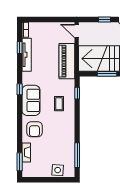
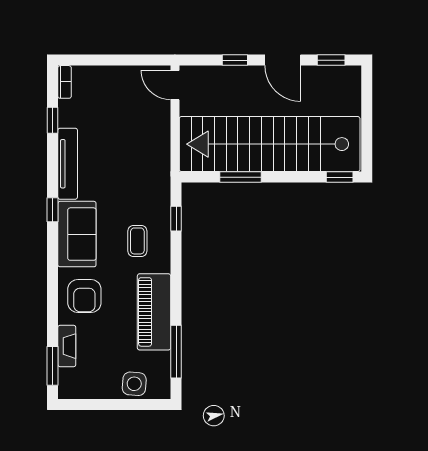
tv unit: (27, 55) -> (68, 164), moved
piano: (67, 61) -> (154, 312), moved

